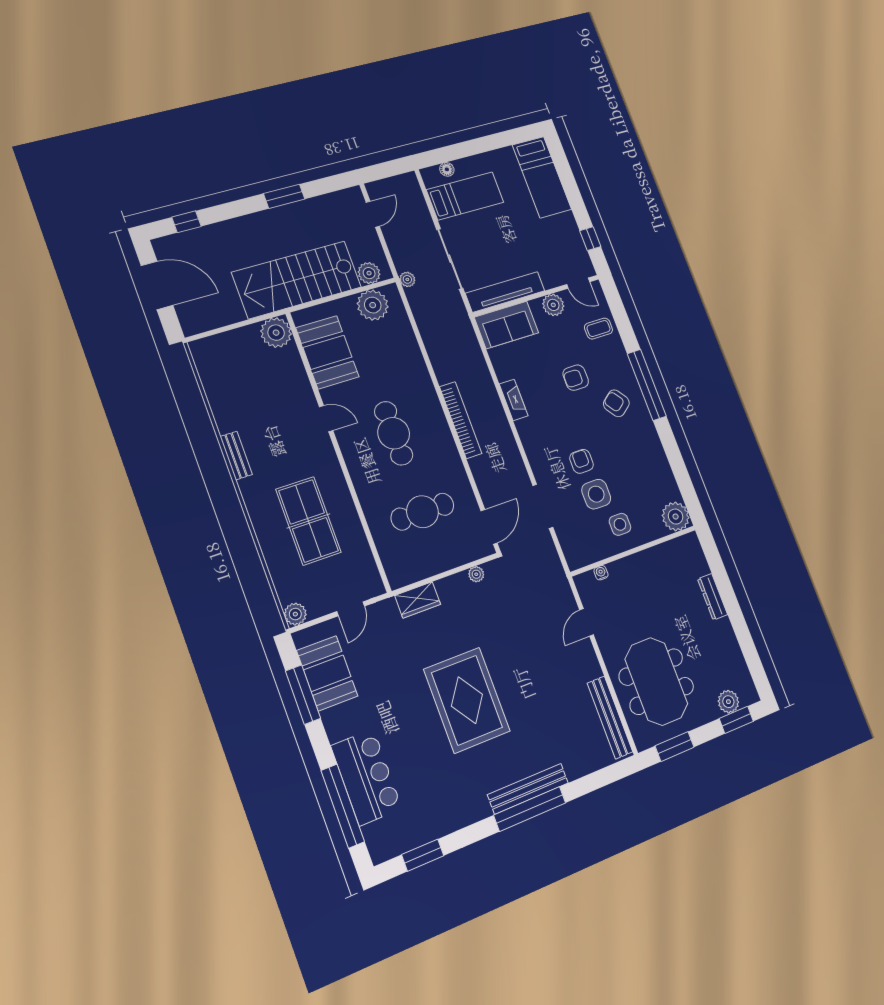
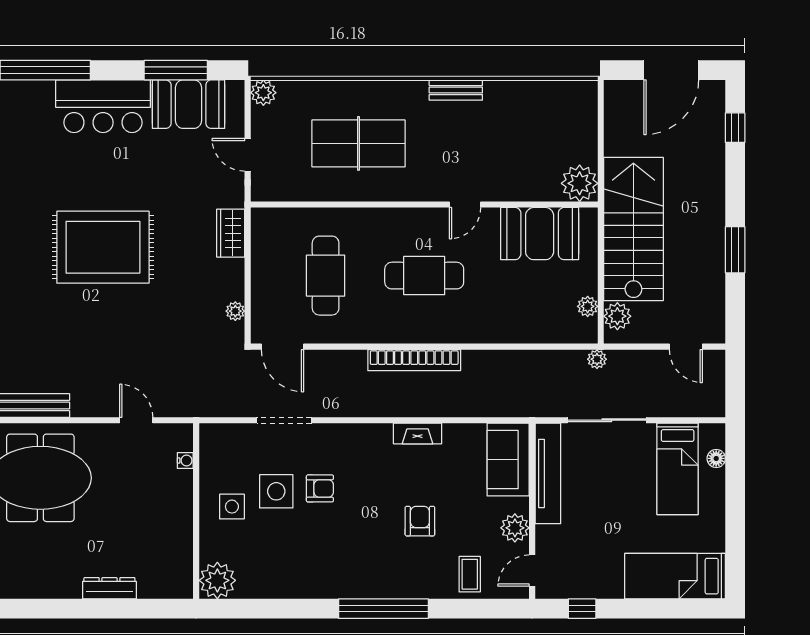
plant: (373, 305) -> (588, 306), width x0.53, depth x0.53
armchair: (616, 403) -> (374, 560), removed
bar counter: (366, 777) -> (103, 106), moved

